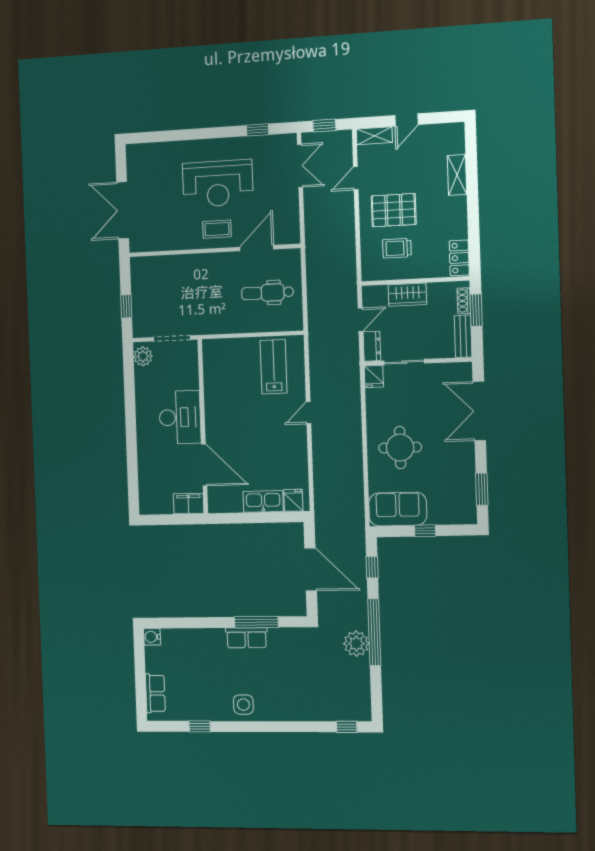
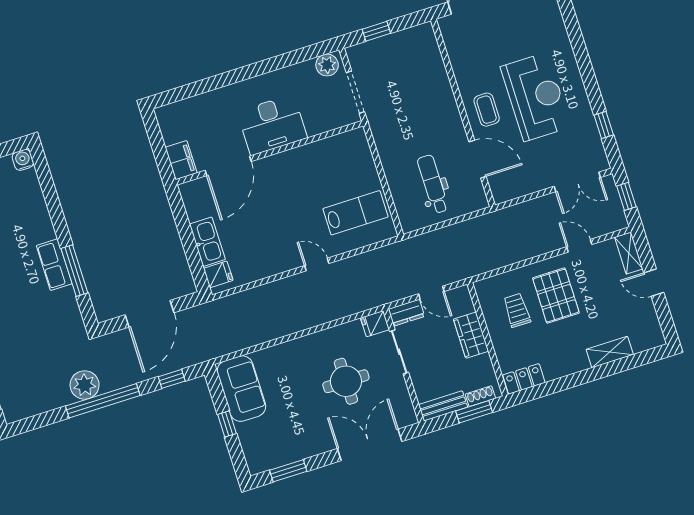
reception desk: (218, 184) -> (536, 97), turned 180
round table: (400, 448) -> (346, 381), moved

